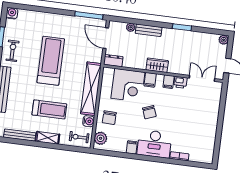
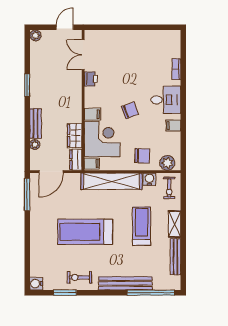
wardrobe: (157, 65) -> (75, 136), moved
filing cabinet: (169, 82) -> (92, 163), moved
desk: (154, 144) -> (166, 100), width x0.73

